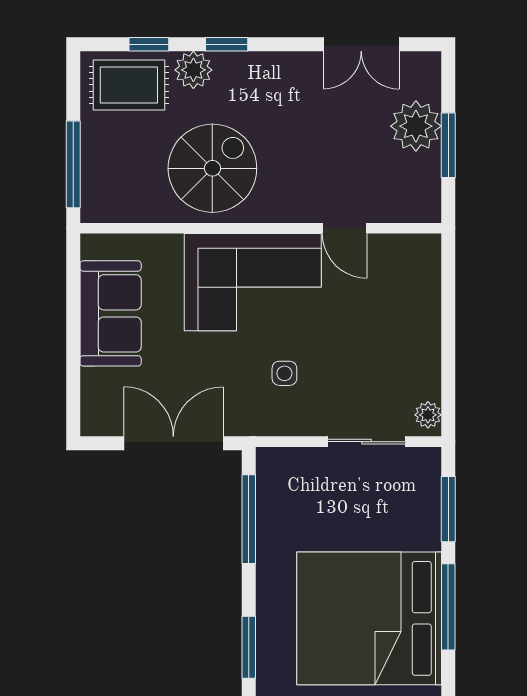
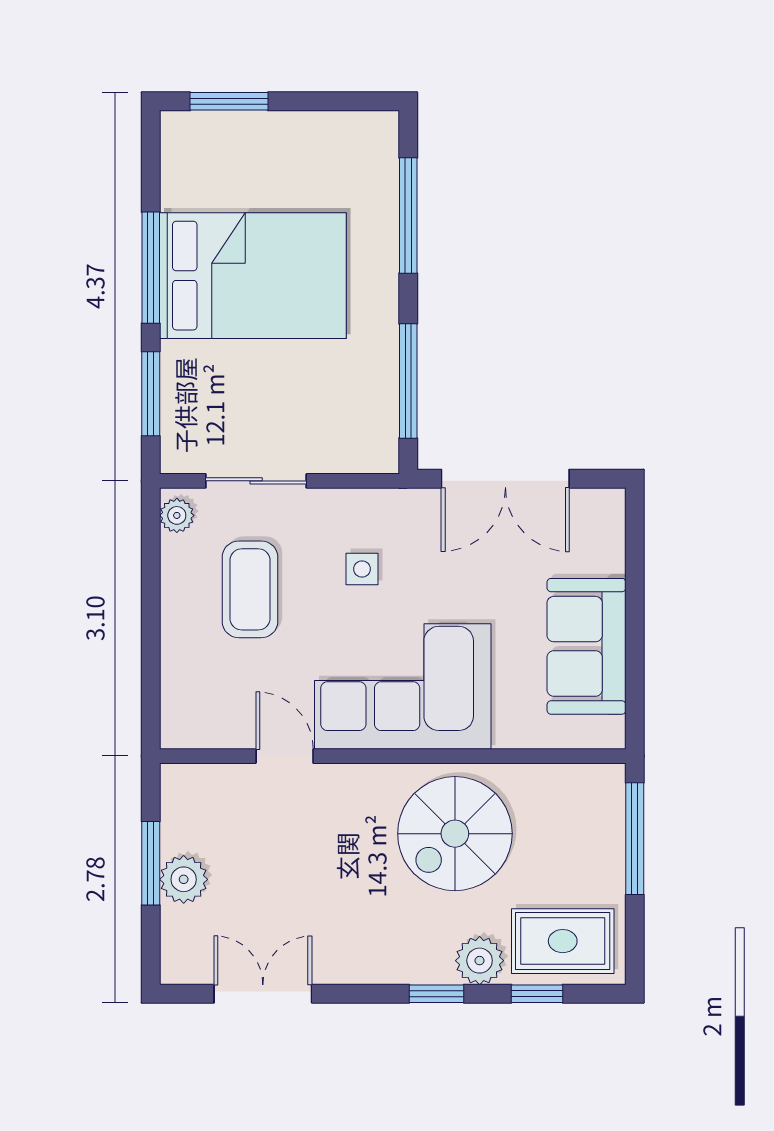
plant: (416, 126) -> (184, 879), width x0.73, depth x0.73
coffee table: (371, 358) -> (250, 589), added
bed: (369, 618) -> (253, 276), width x0.73
window: (249, 647) -> (408, 215), width x1.44

